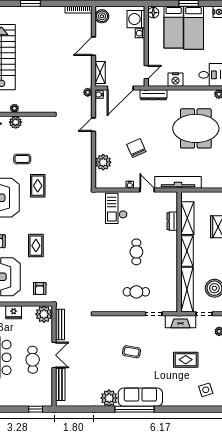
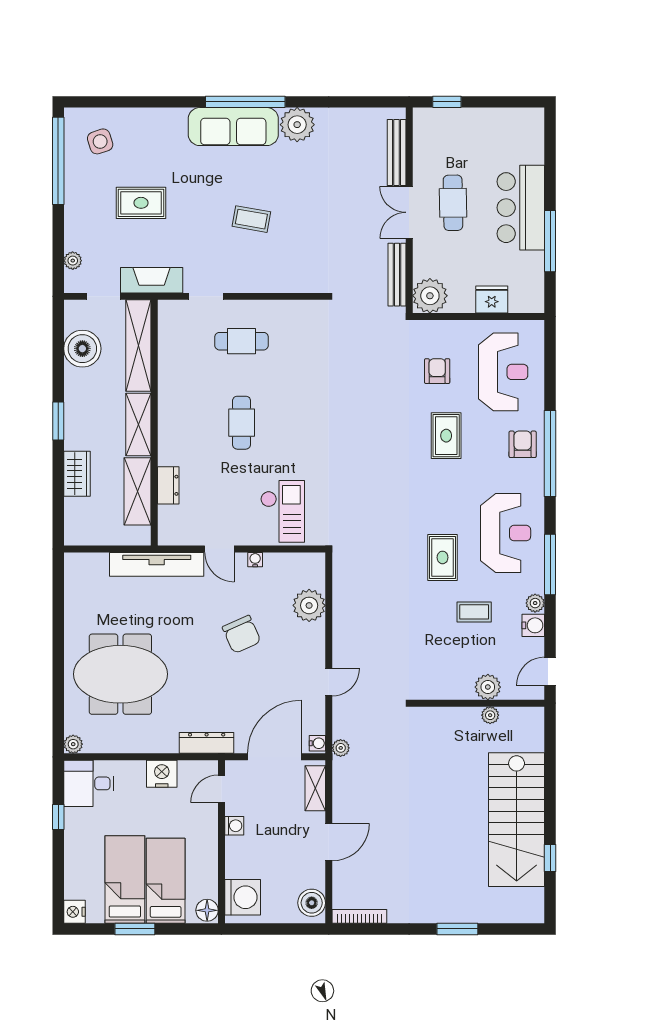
washing machine: (140, 33) -> (234, 826), moved
armchair: (40, 289) -> (437, 371), moved

